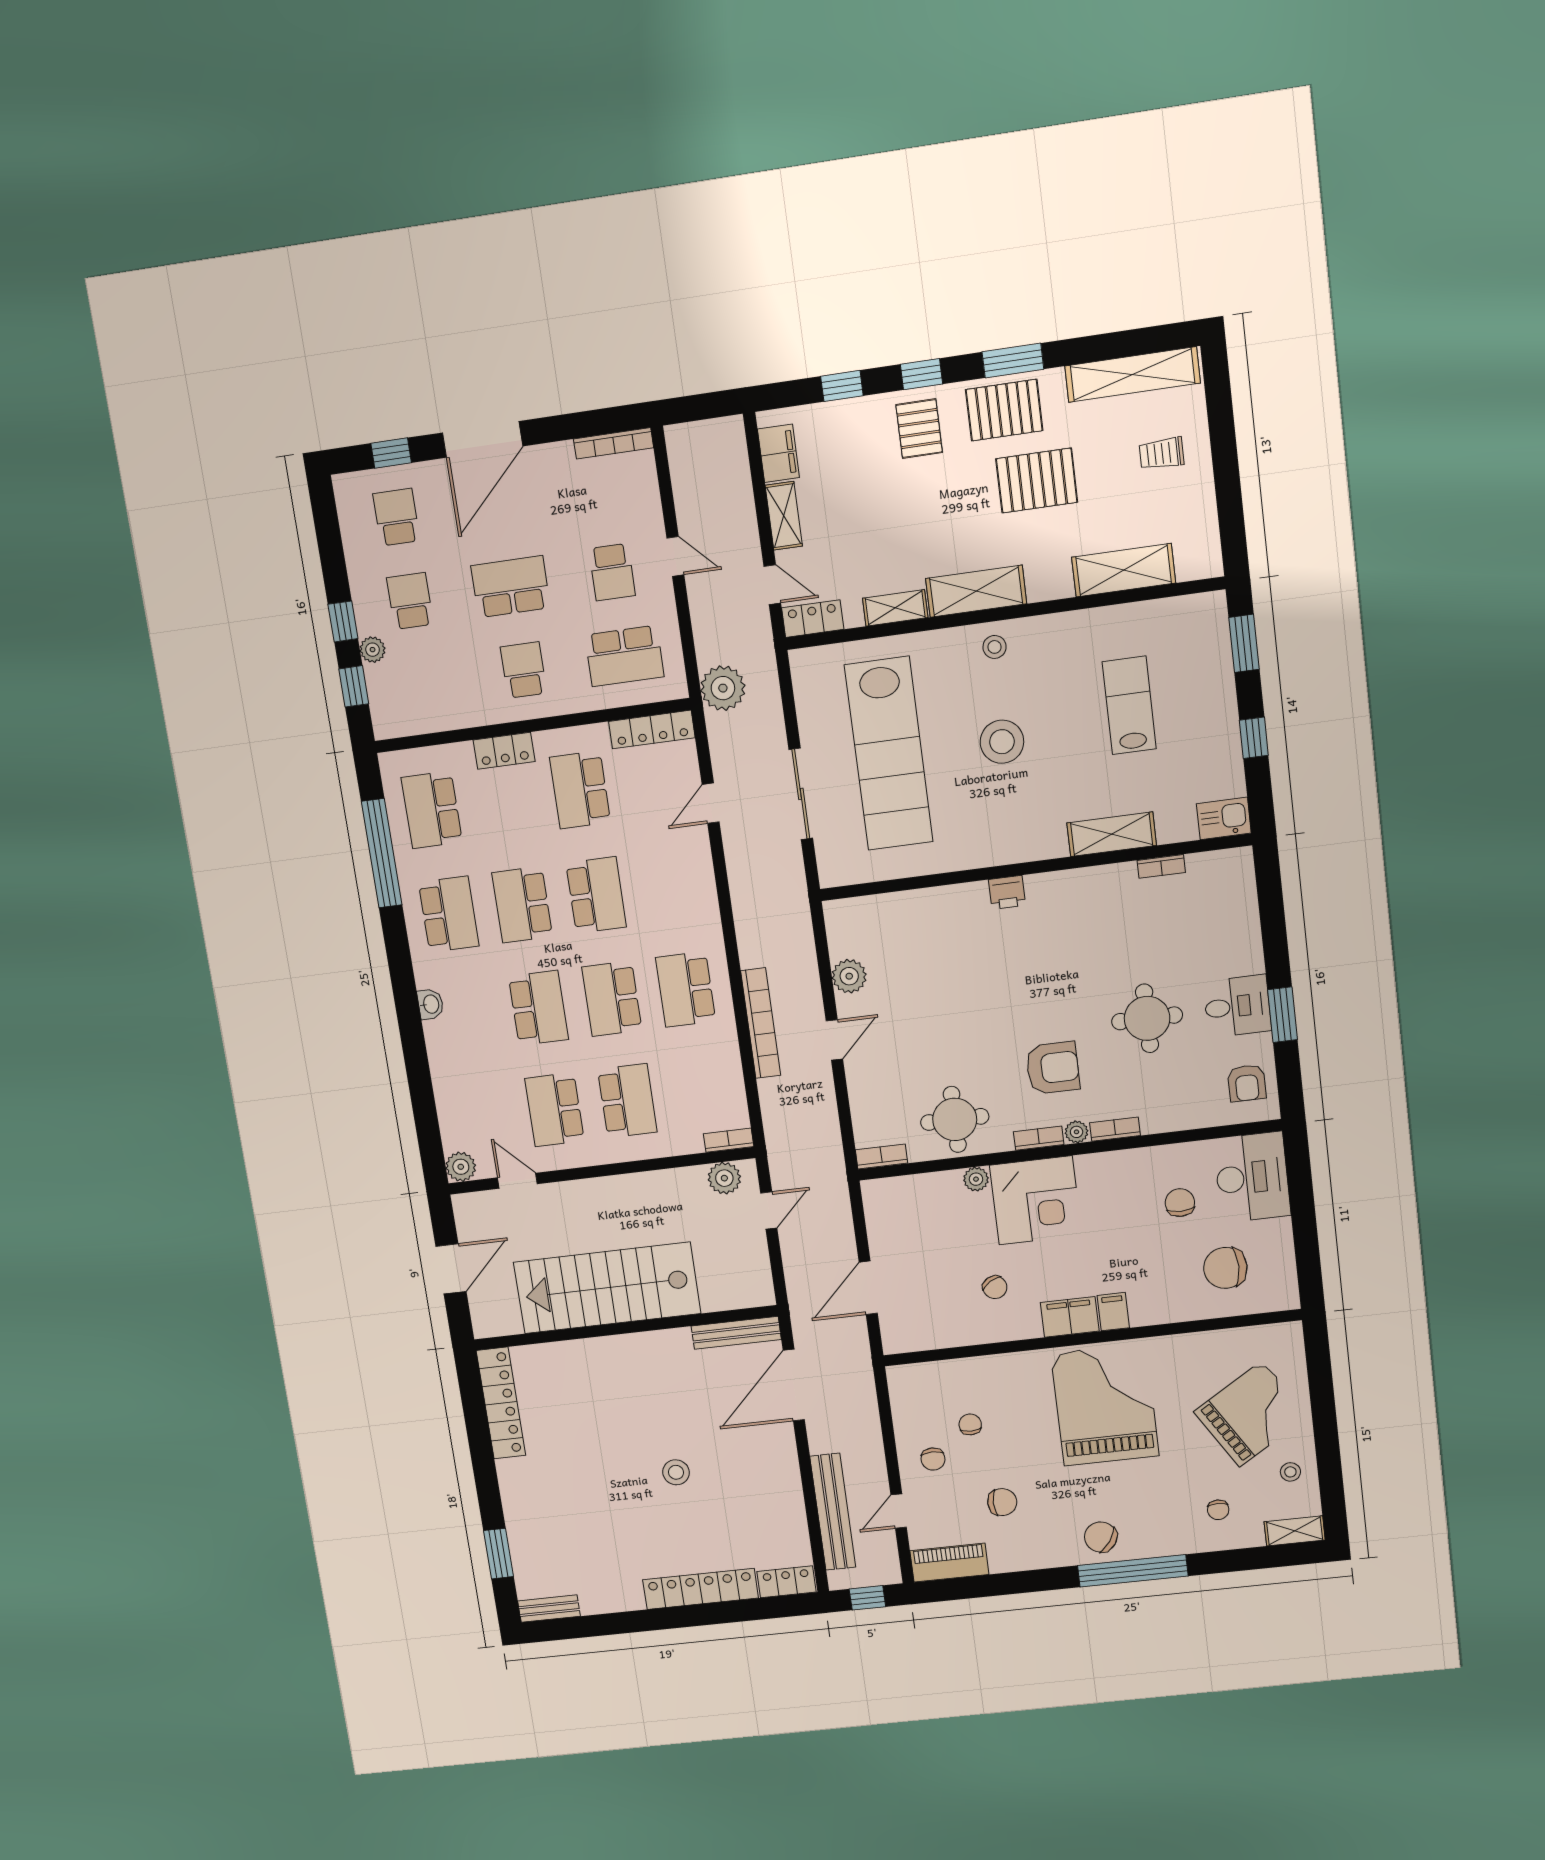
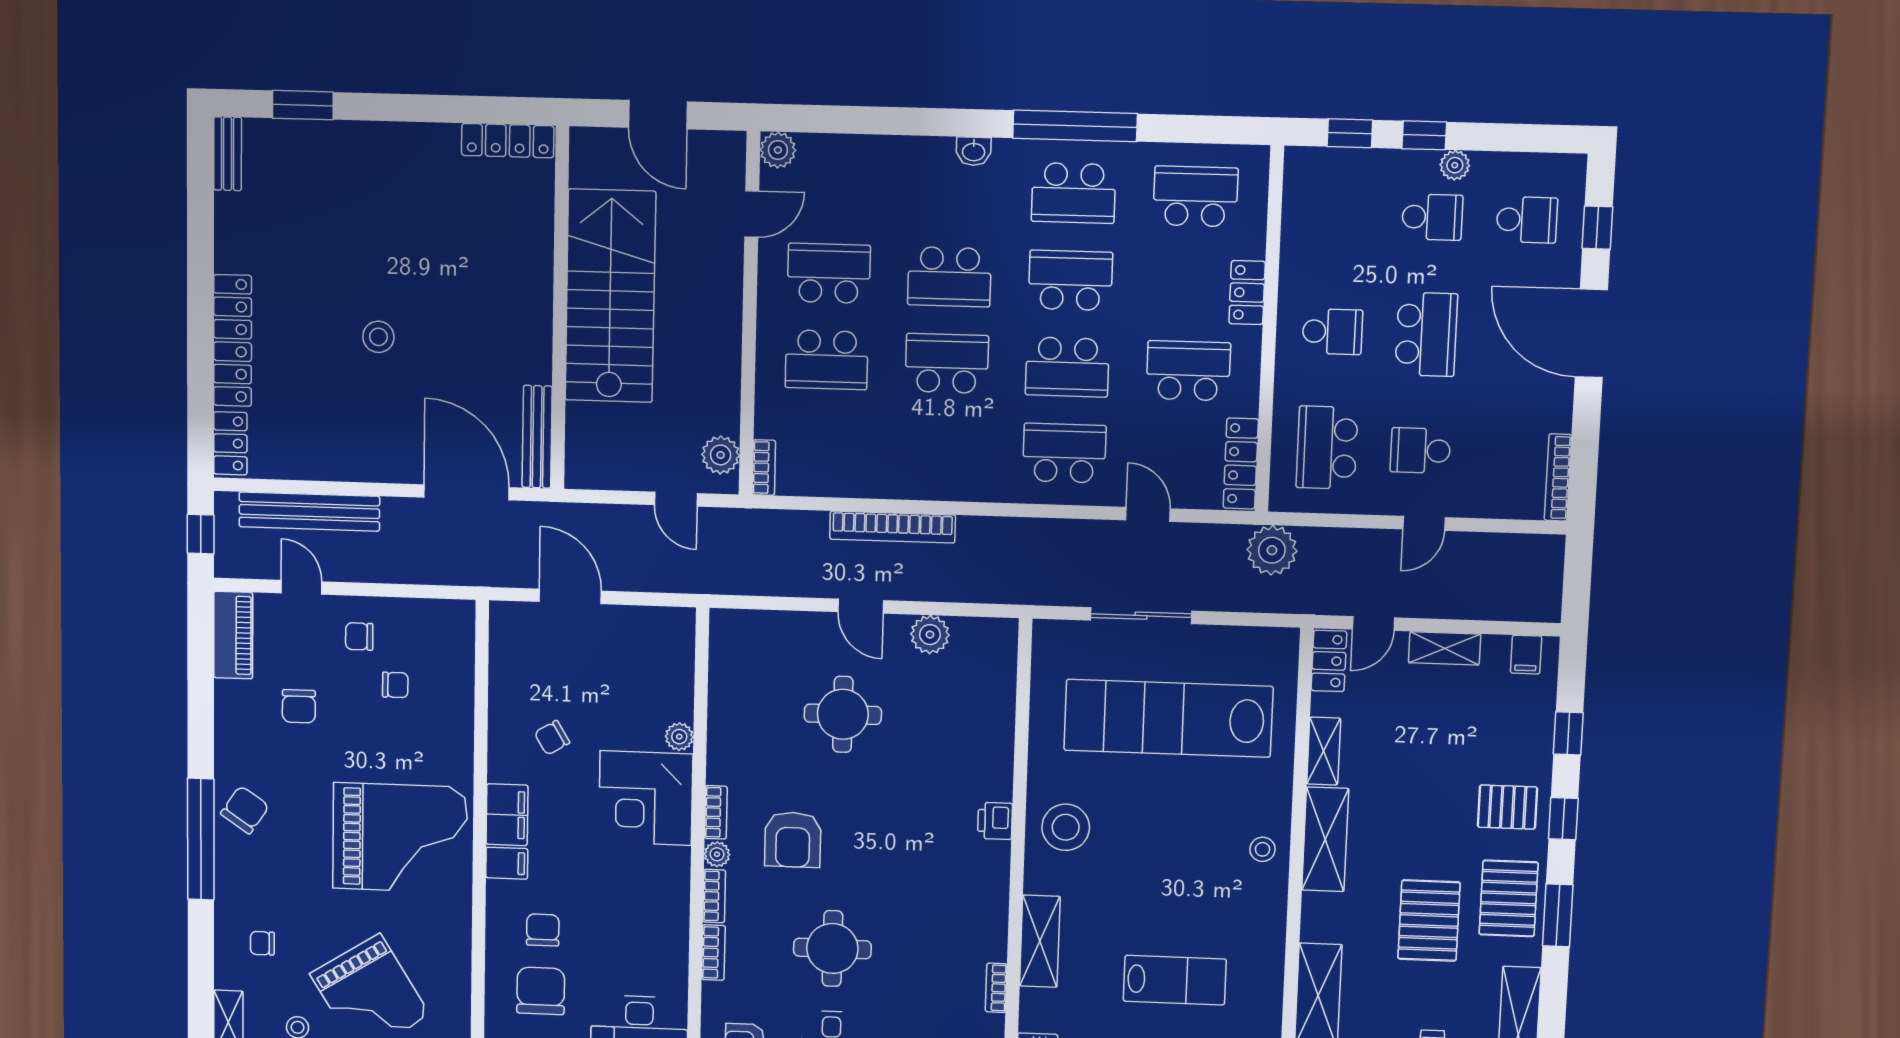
filing cabinet: (778, 453) -> (1526, 655), width x0.50
plant: (373, 650) -> (1455, 165), moved
stool: (1002, 742) -> (1066, 827), moved
window: (382, 853) -> (1075, 126), moved
school desk: (686, 989) -> (1064, 453), moved
round table: (955, 1119) -> (843, 714), moved
bookcase: (882, 1156) -> (713, 953), moved
chair: (1180, 1203) -> (543, 930), moved, turned -90
locker: (501, 1403) -> (508, 141), width x0.71, depth x0.83

